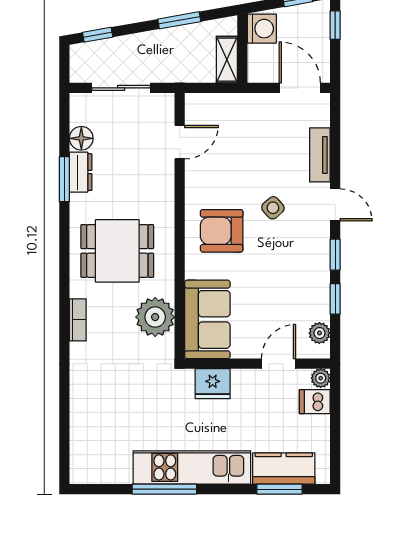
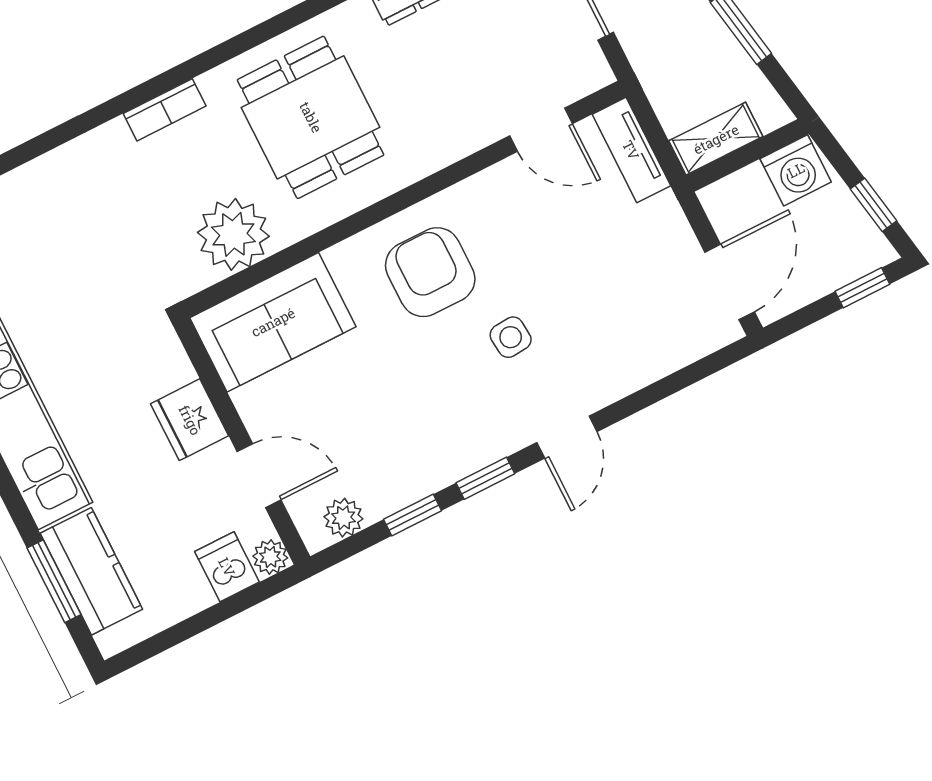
tv unit: (320, 155) -> (631, 150), moved, turned -90
side table: (273, 208) -> (511, 337), turned 36
fridge: (213, 384) -> (190, 420), moved

